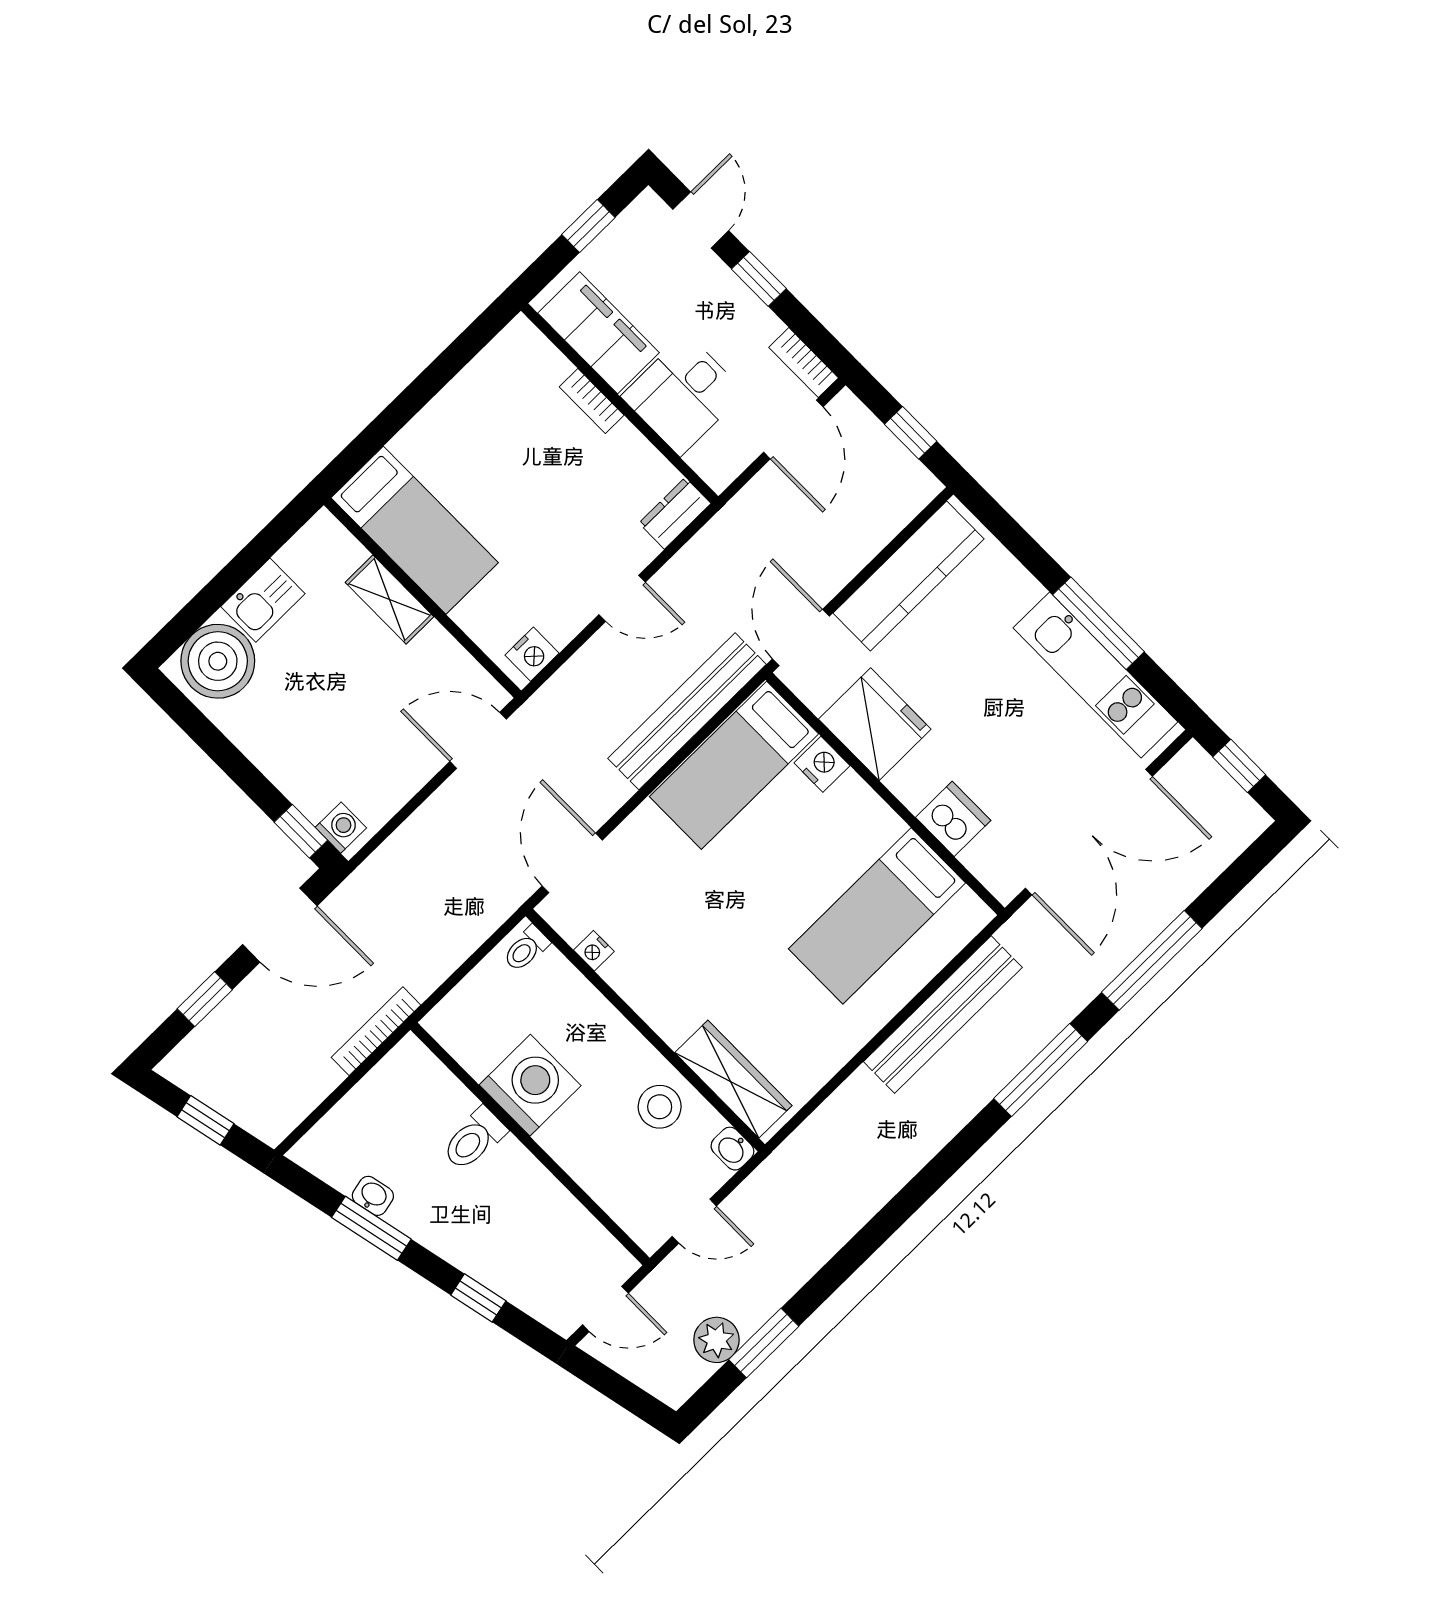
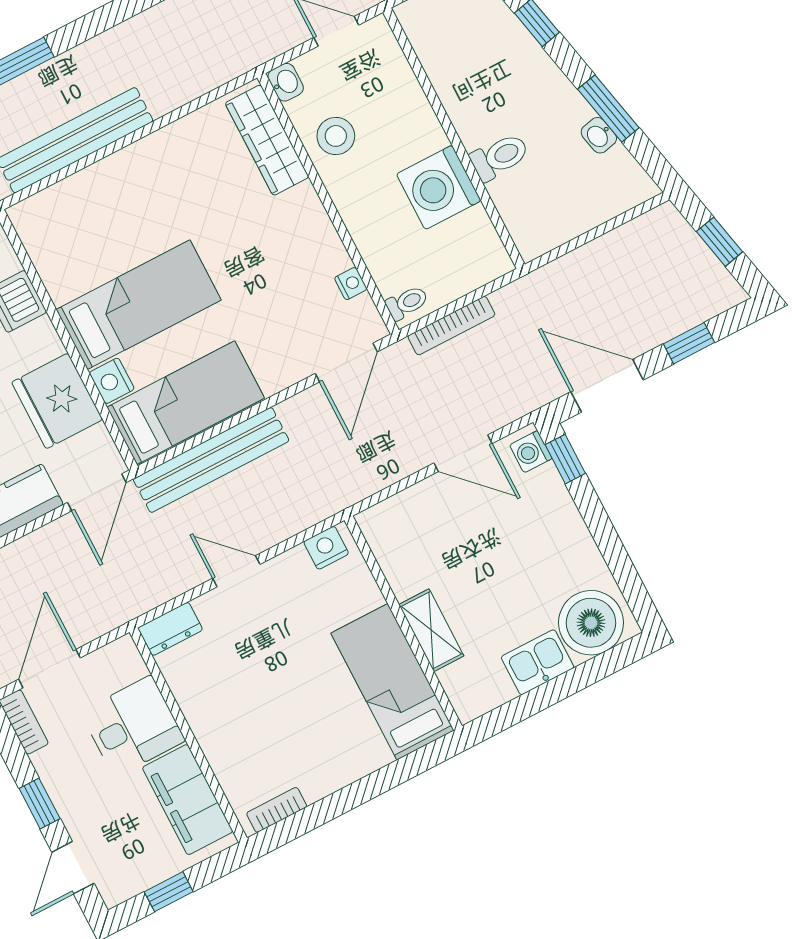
bookcase: (592, 401) -> (277, 810), moved, turned -90
door: (478, 740) -> (463, 453), moved
bed: (877, 916) -> (139, 305), moved
bookcase: (376, 1031) -> (451, 326), moved

